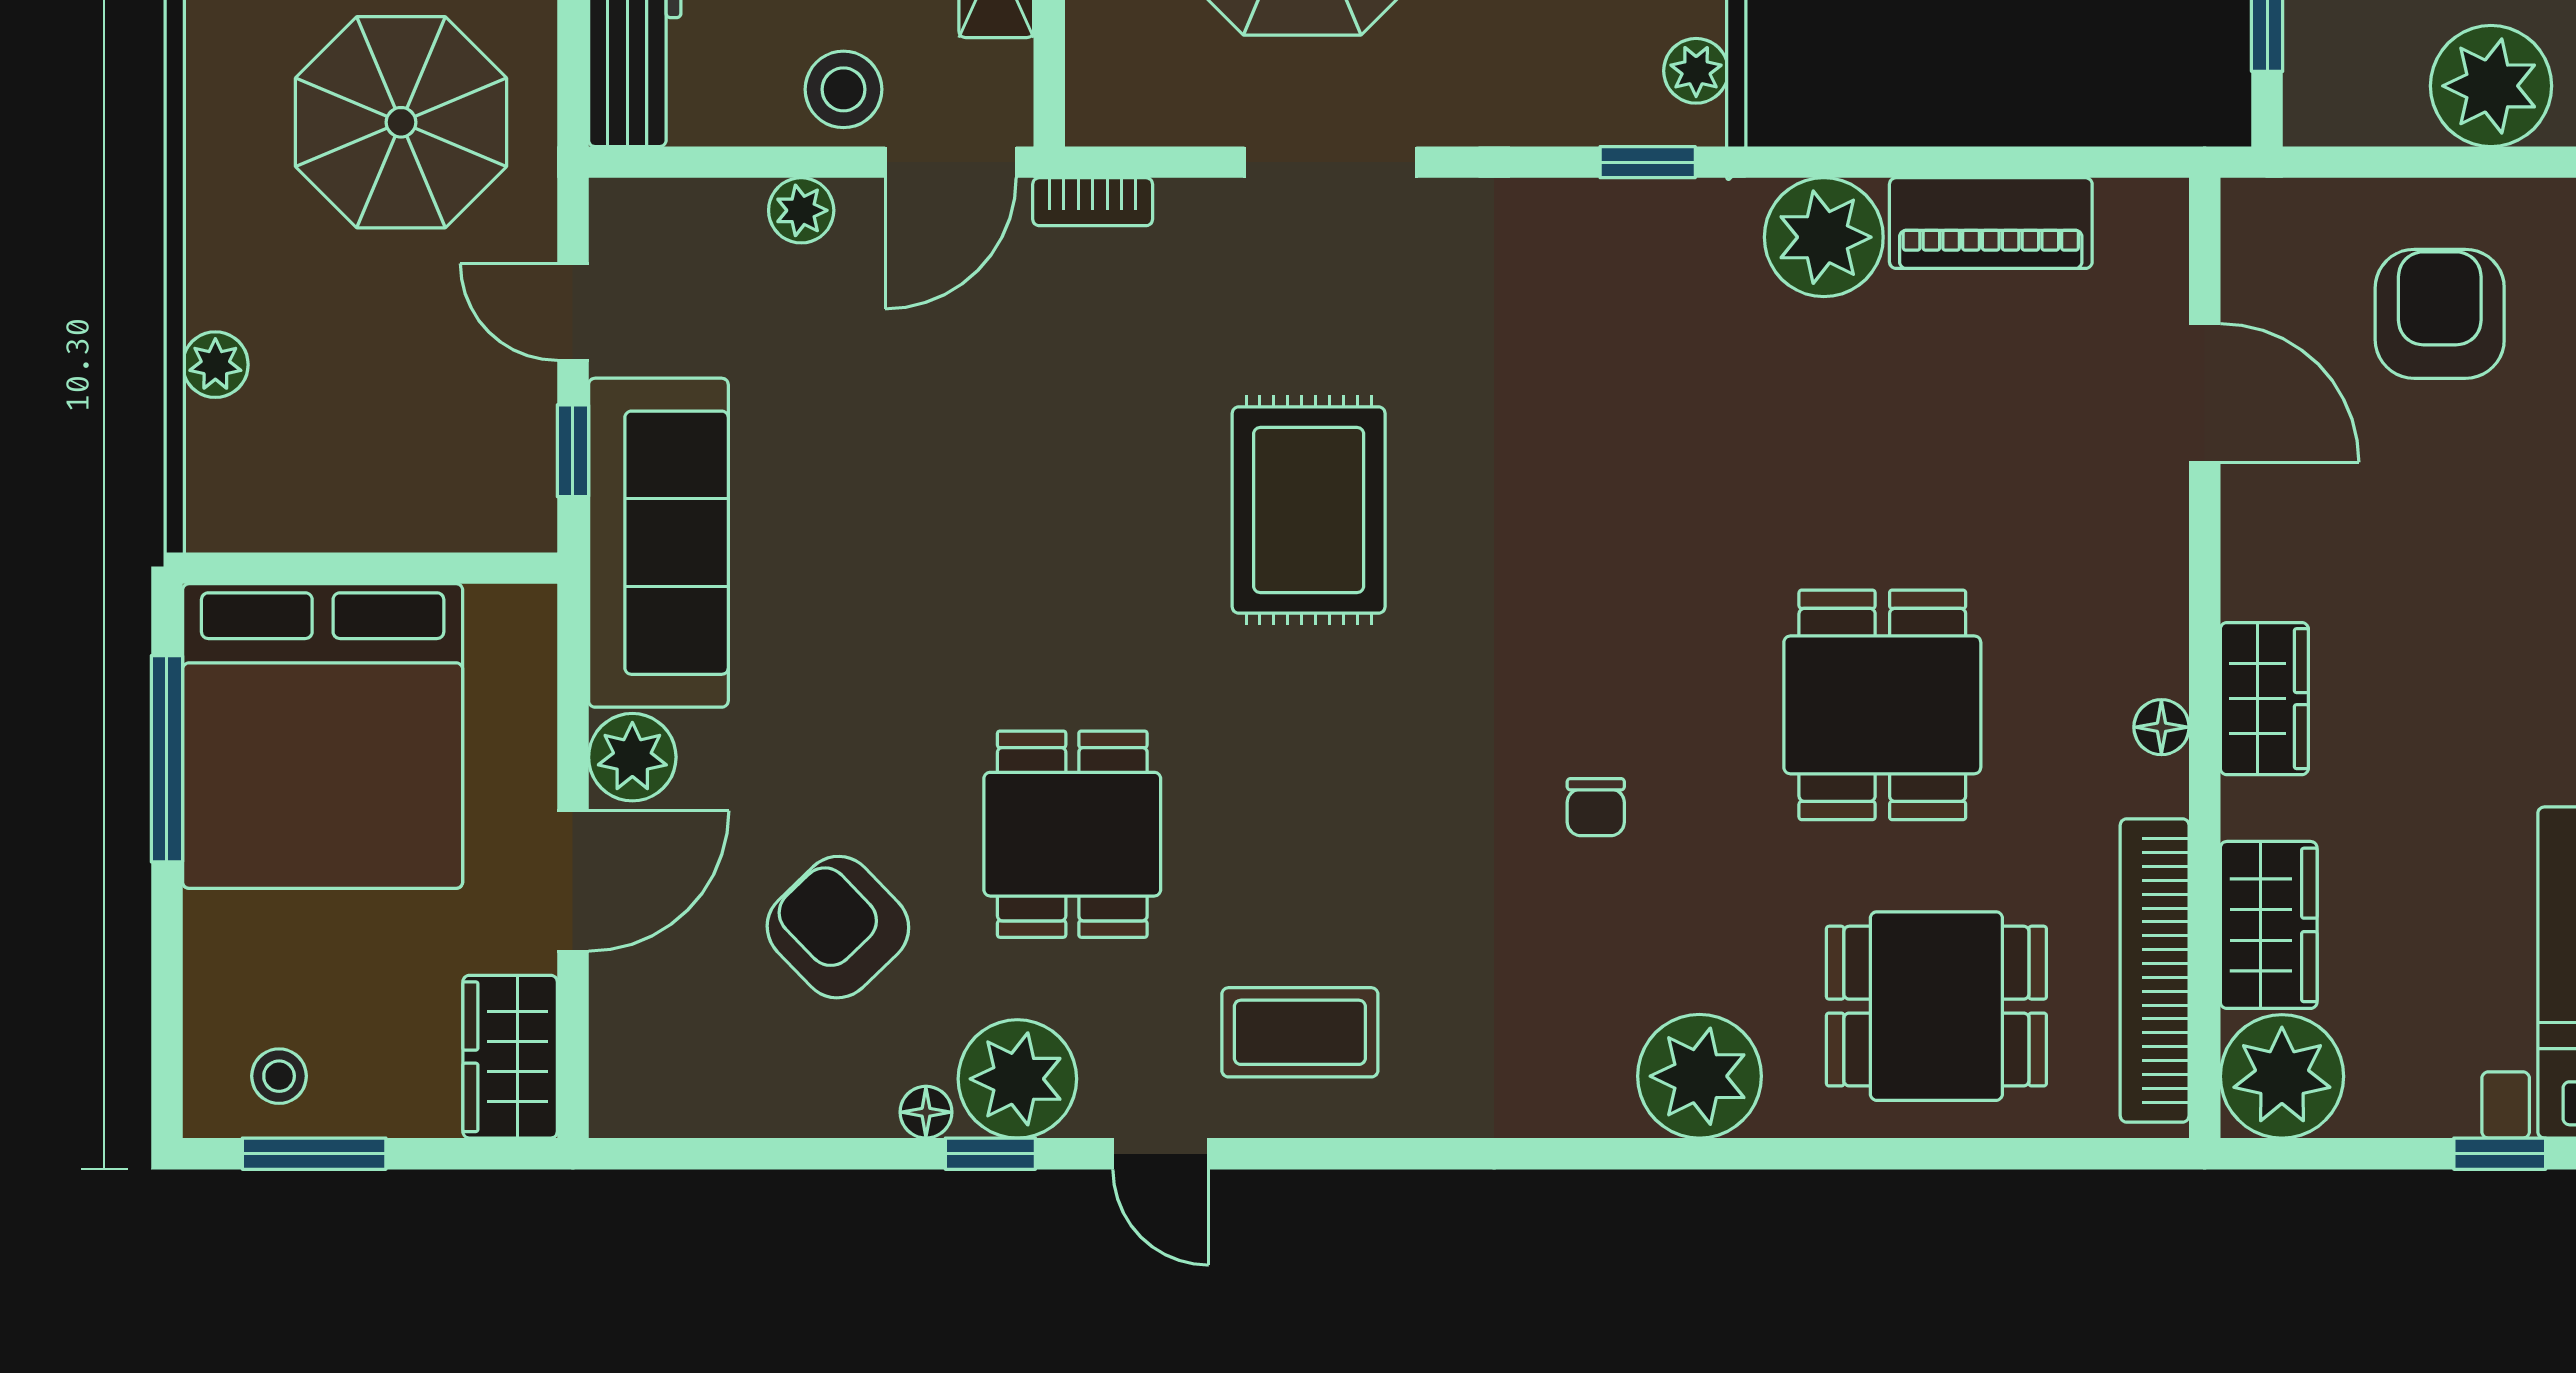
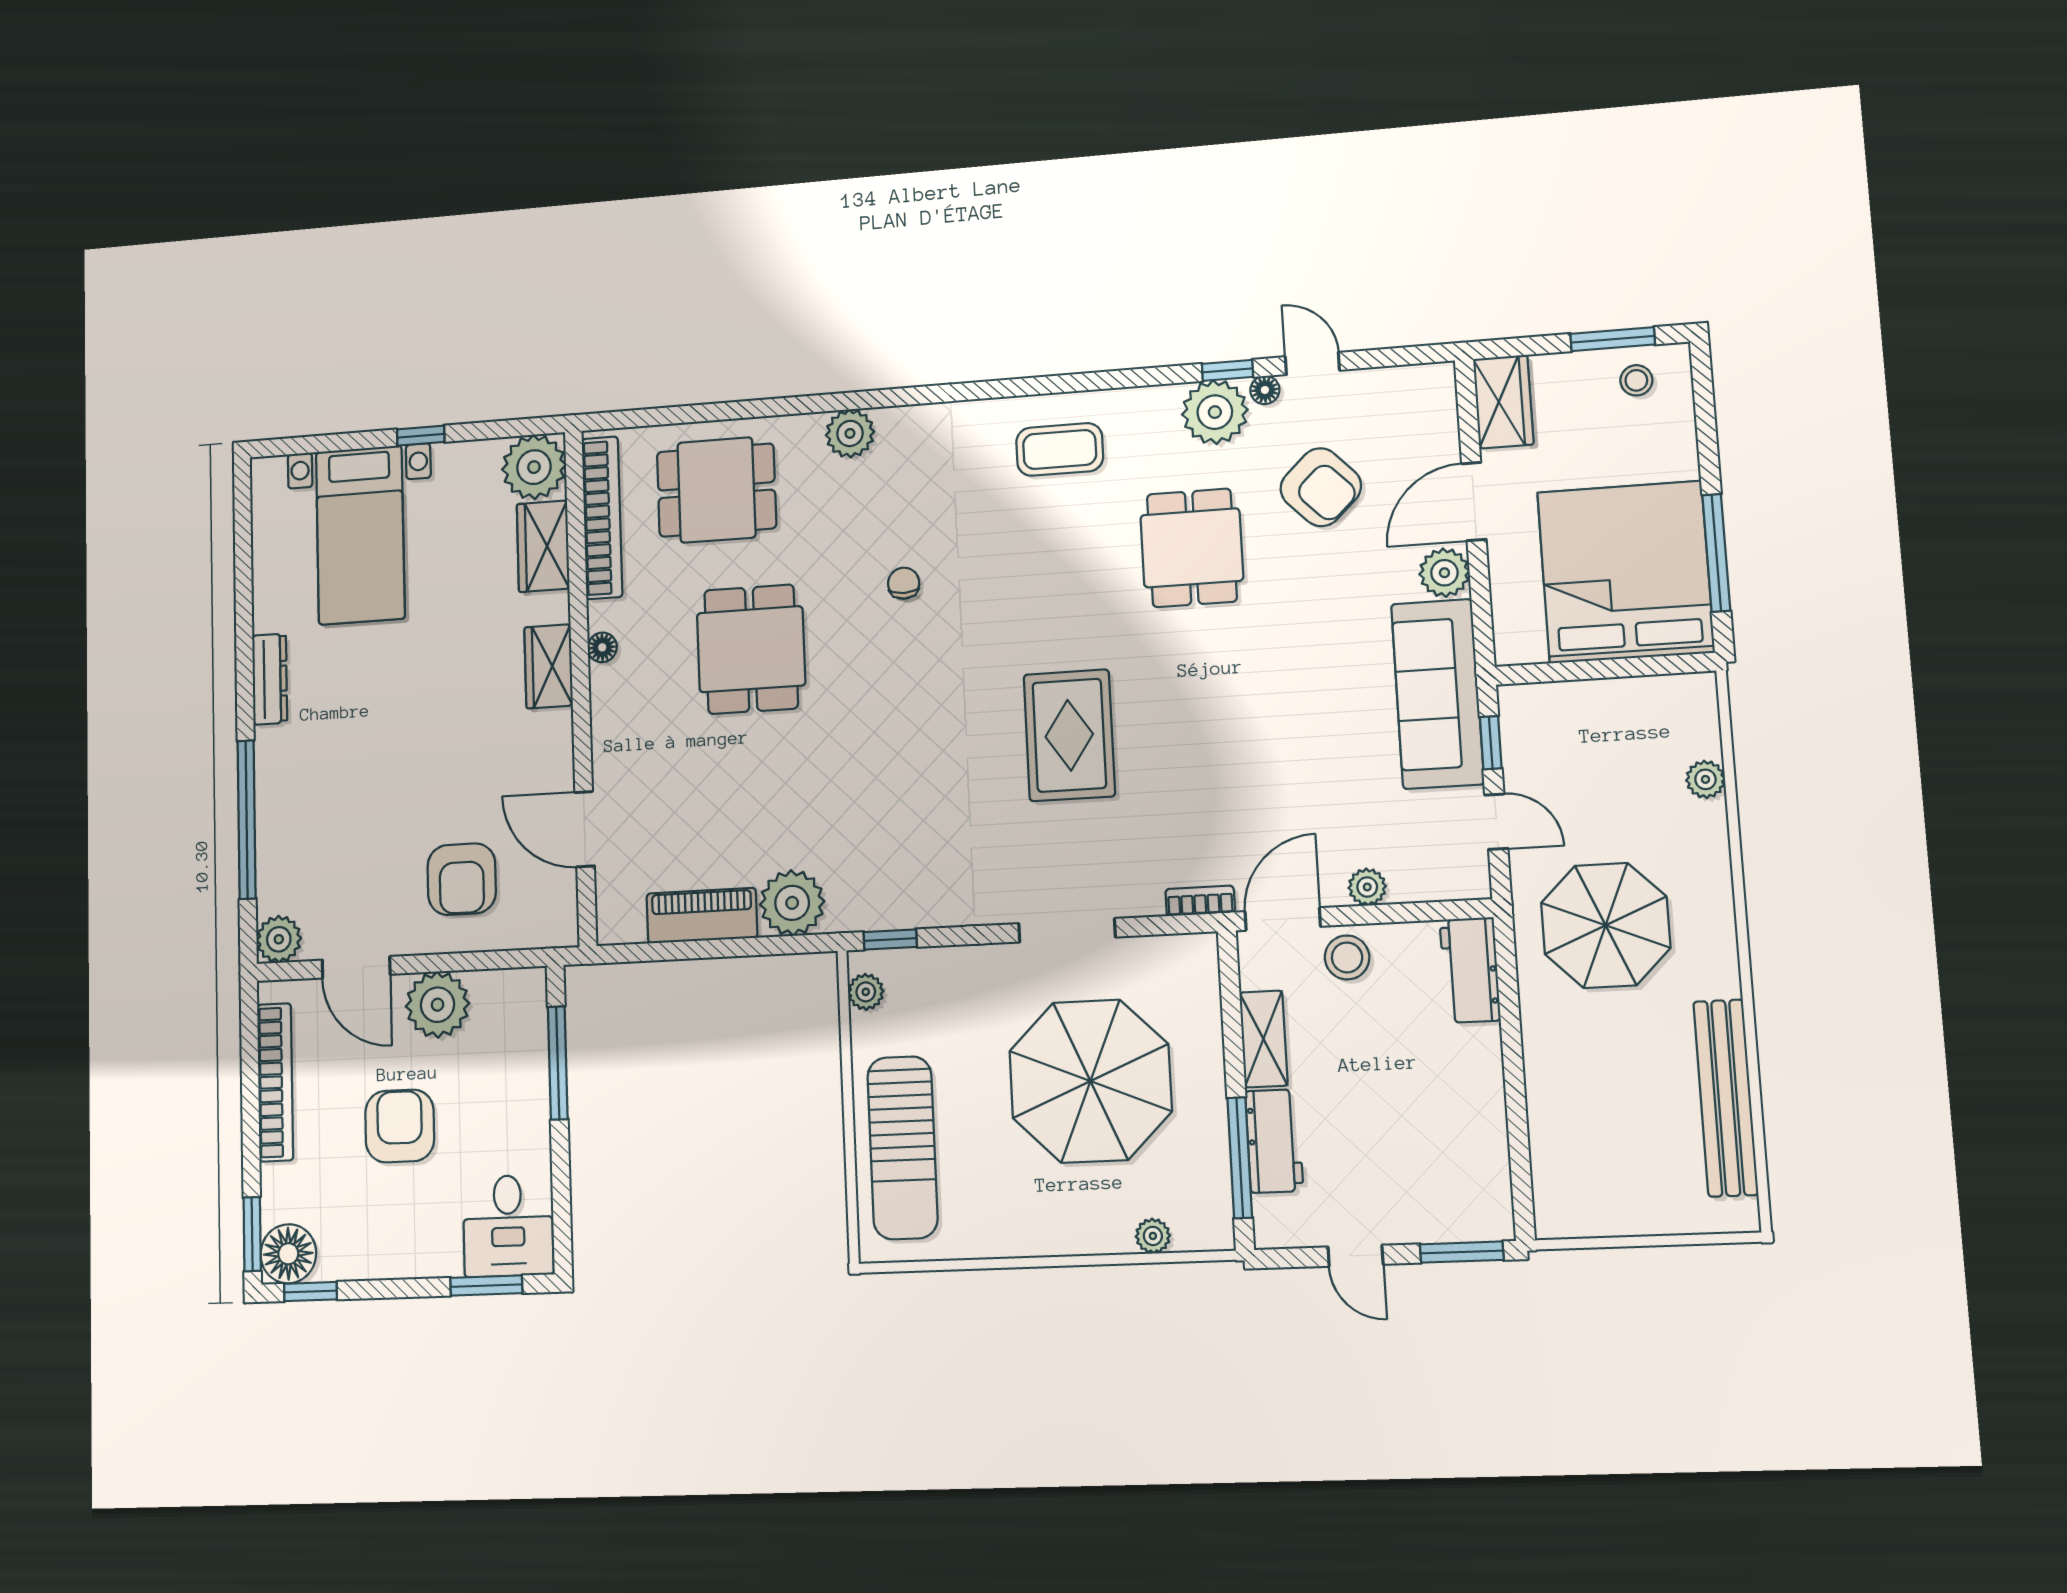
plant: (1699, 1076) -> (850, 433), width x0.73, depth x0.73
door: (1161, 1154) -> (1312, 363), moved

